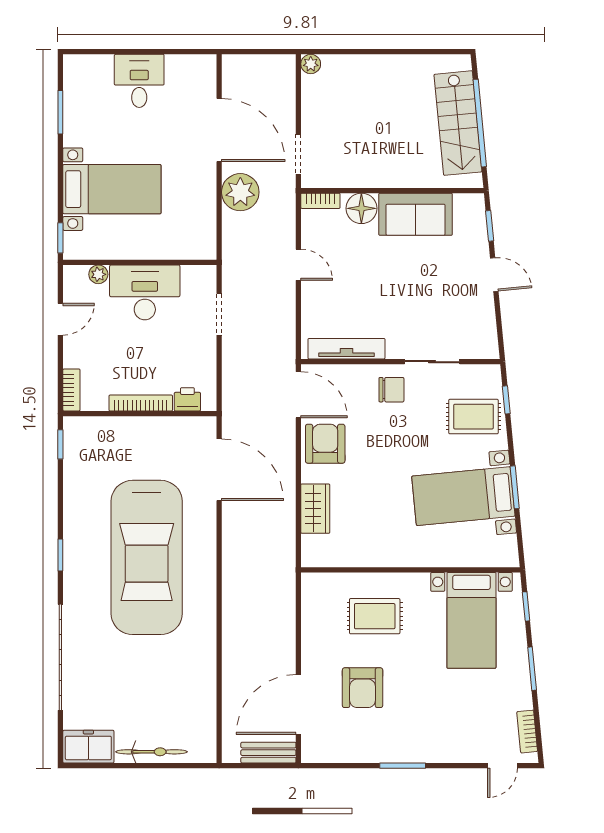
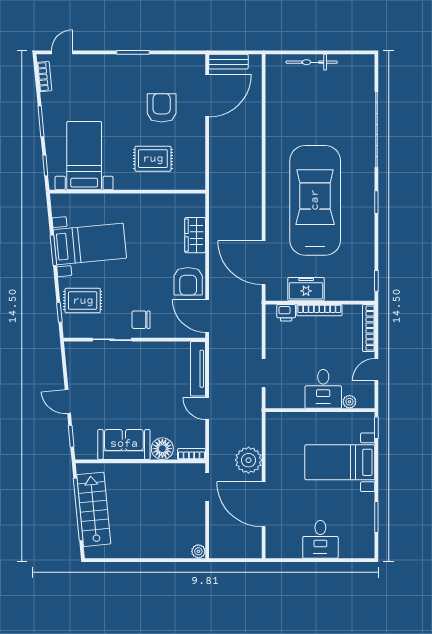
desk: (145, 292) -> (323, 389), width x0.73
tv unit: (346, 349) -> (198, 369), moved, turned 90
bookcase: (71, 390) -> (369, 328), width x1.56
freezer: (88, 747) -> (306, 289), moved, turned 180

